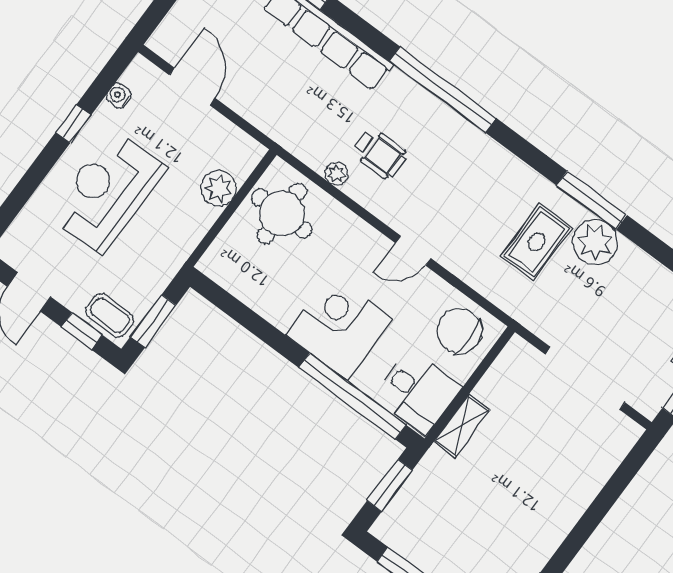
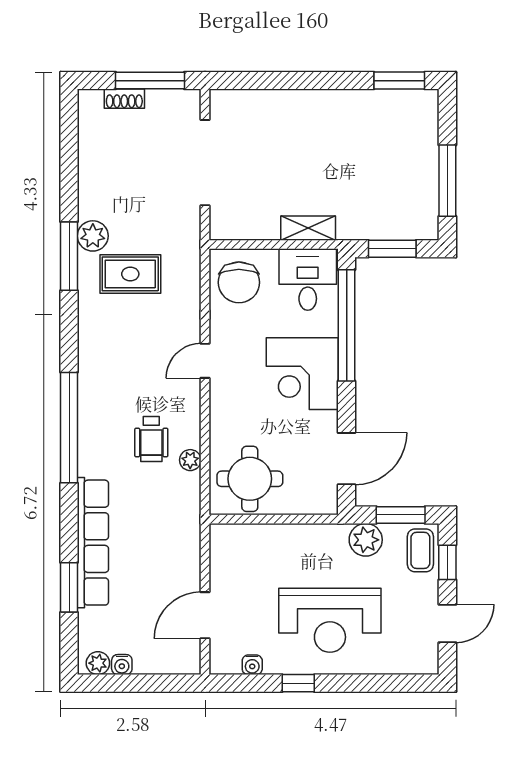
wheelchair: (380, 154) -> (151, 439), turned 180
plant: (218, 188) -> (366, 540), moved
plant: (595, 242) -> (93, 236), width x0.73, depth x0.73
door: (413, 251) -> (205, 361), swing flipped
door: (237, 310) -> (347, 459), added

